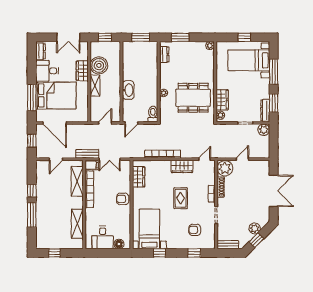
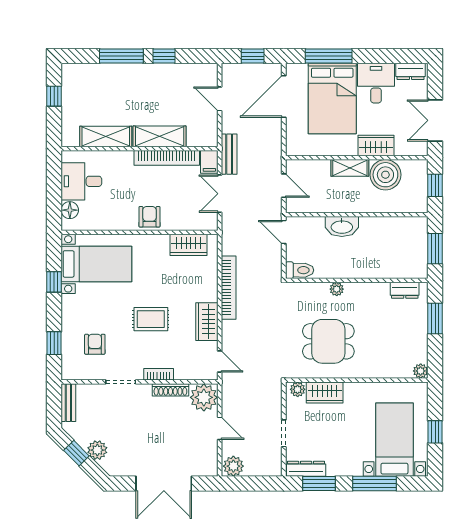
dining table: (193, 98) -> (328, 341), width x0.73
plant: (264, 130) -> (233, 466), moved
shelving: (77, 181) -> (160, 136), moved

